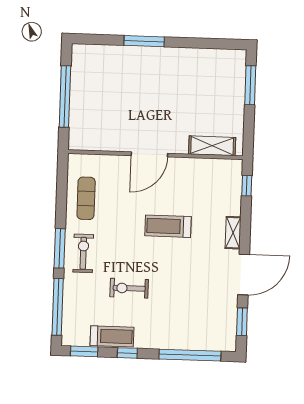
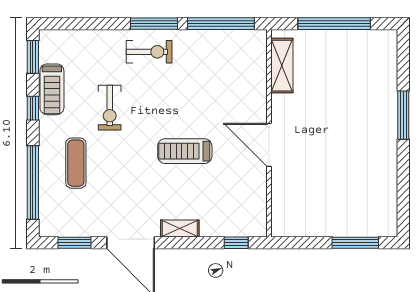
shelving: (212, 146) -> (282, 66), moved
door: (149, 154) -> (269, 145), moved
exercise mat: (86, 198) -> (76, 163), moved, turned 90
treadmill: (168, 226) -> (185, 151), turned -90
exercise bike: (129, 288) -> (110, 108), turned 180
window: (58, 307) -> (221, 24), moved

